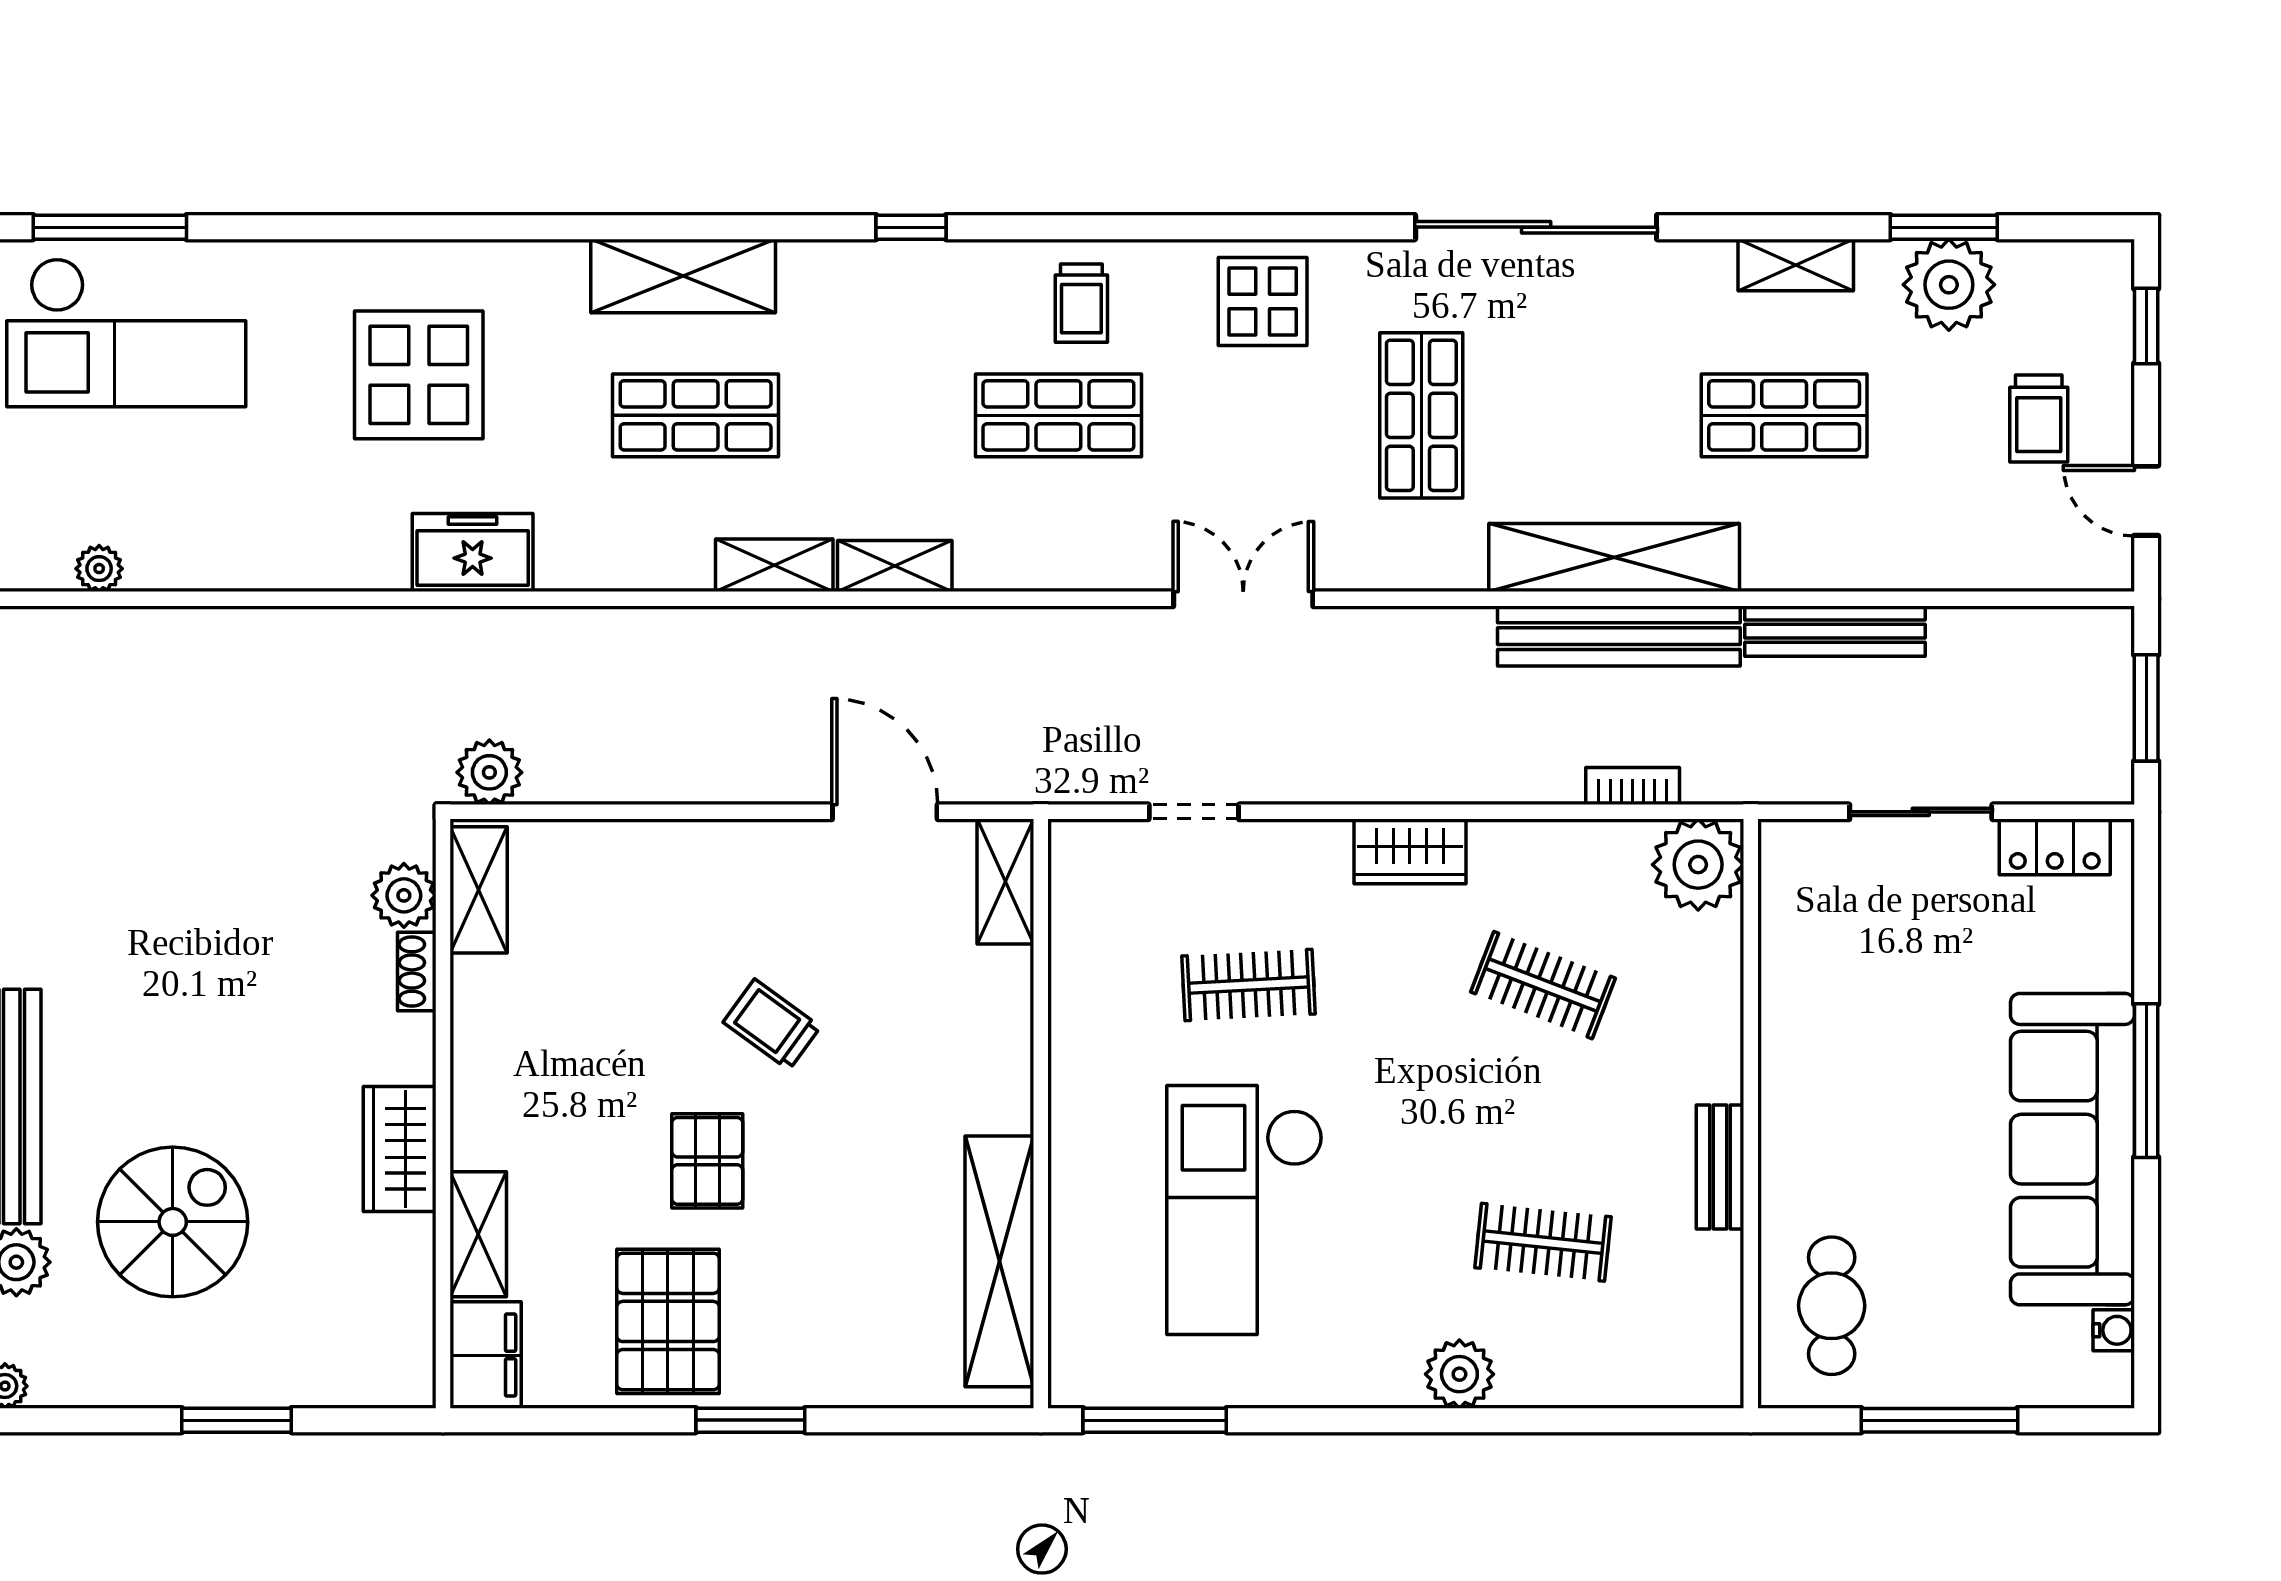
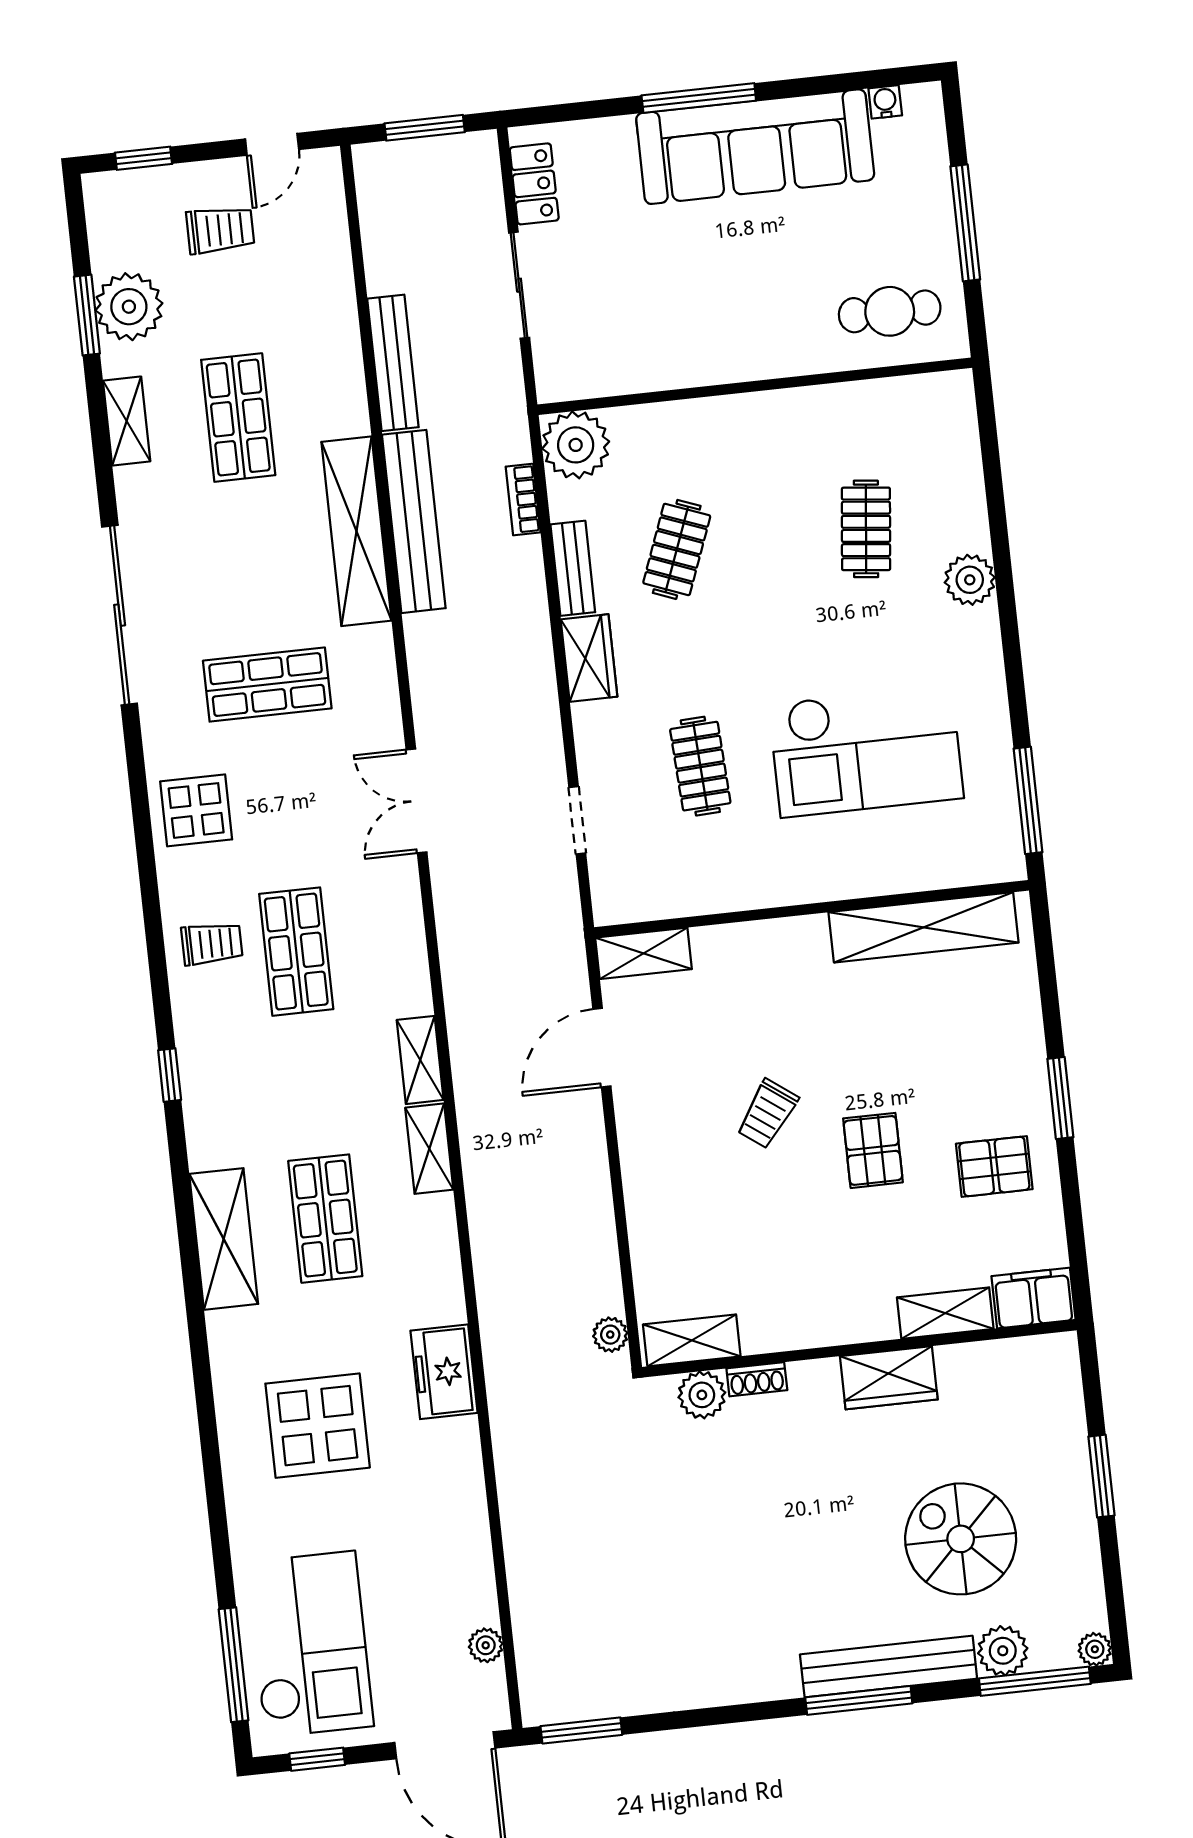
plant: (489, 772) -> (610, 1335), width x0.73, depth x0.73
pallet: (707, 1161) -> (873, 1150), turned 90
bench: (1720, 1167) -> (573, 568), moved, turned 90
pallet: (668, 1321) -> (994, 1166), width x0.67, depth x0.71

